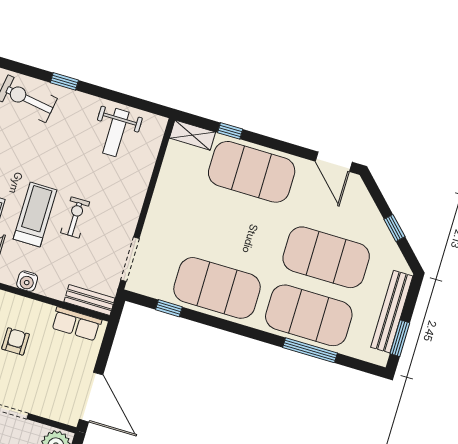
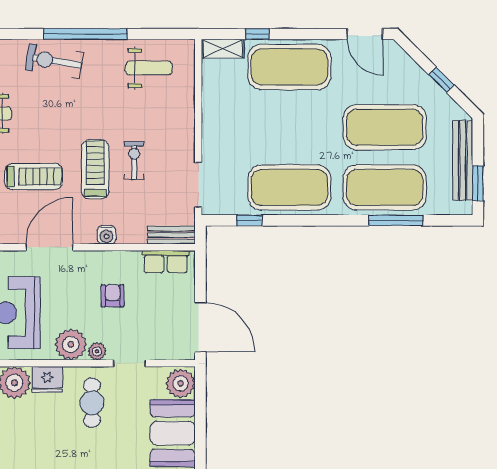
window: (64, 81) -> (85, 34), width x3.17
weight bench: (116, 133) -> (149, 68), turned -90

